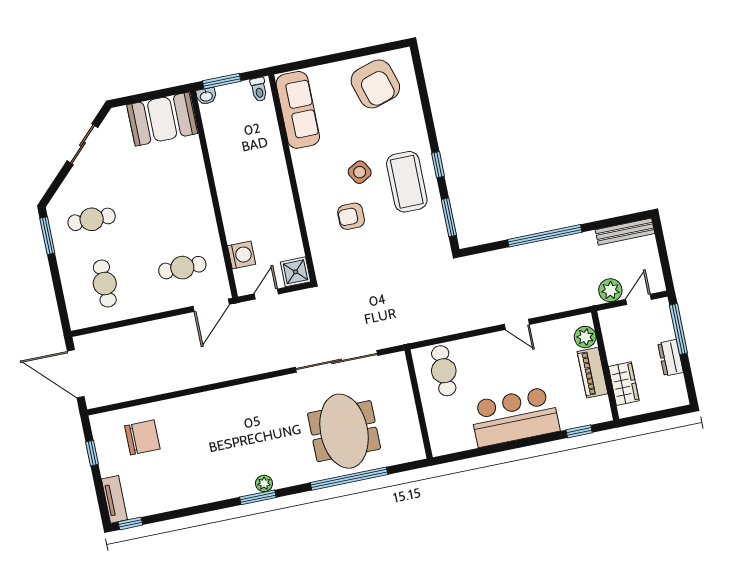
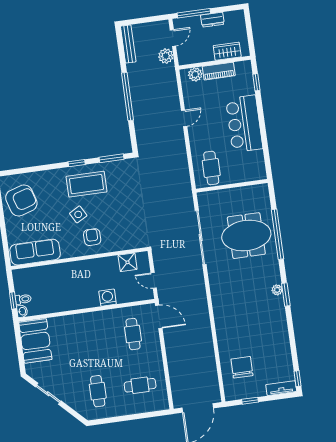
window: (222, 81) -> (13, 300), width x0.67
toilet: (259, 89) -> (23, 299), moved
armchair: (351, 216) -> (92, 237), moved, turned 180
window: (47, 236) -> (106, 421), removed
washing machine: (242, 255) -> (108, 298), moved
shower: (295, 272) -> (128, 262), moved
door: (639, 299) -> (173, 38), swing flipped
cafe table: (444, 371) -> (211, 168), turned 90

